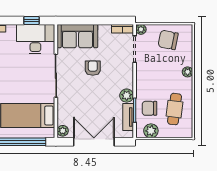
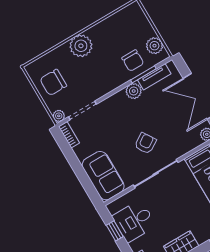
desk: (35, 39) -> (134, 221), width x0.73
chair: (168, 40) -> (53, 82), turned 79
armchair: (93, 68) -> (145, 143), moved, turned 147
plant: (188, 72) -> (81, 46), width x1.87, depth x1.87
cafe table: (175, 109) -> (119, 35), removed

